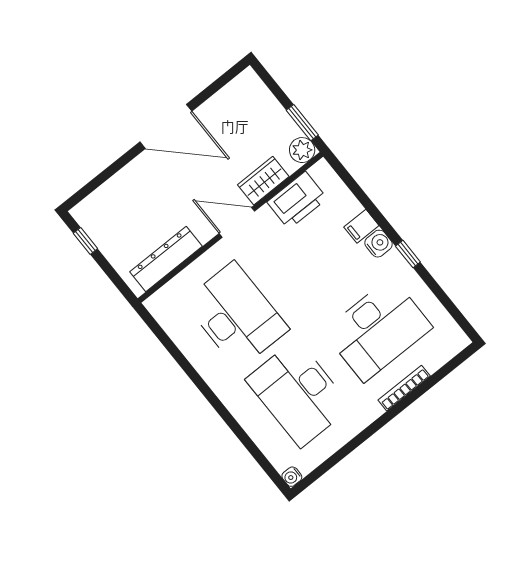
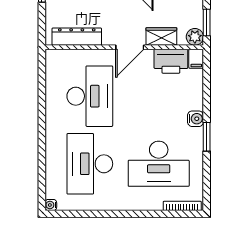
door: (237, 222) -> (130, 47), swing flipped
filing cabinet: (361, 226) -> (196, 59), moved, turned -90
window: (408, 254) -> (207, 137), width x1.50
bookcase: (404, 388) -> (182, 206), moved

